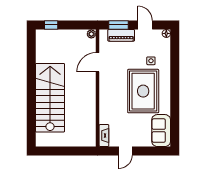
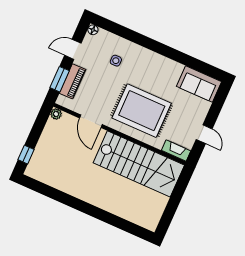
rug: (143, 91) -> (142, 111), moved
stairs: (50, 98) -> (139, 164), moved, turned 180

